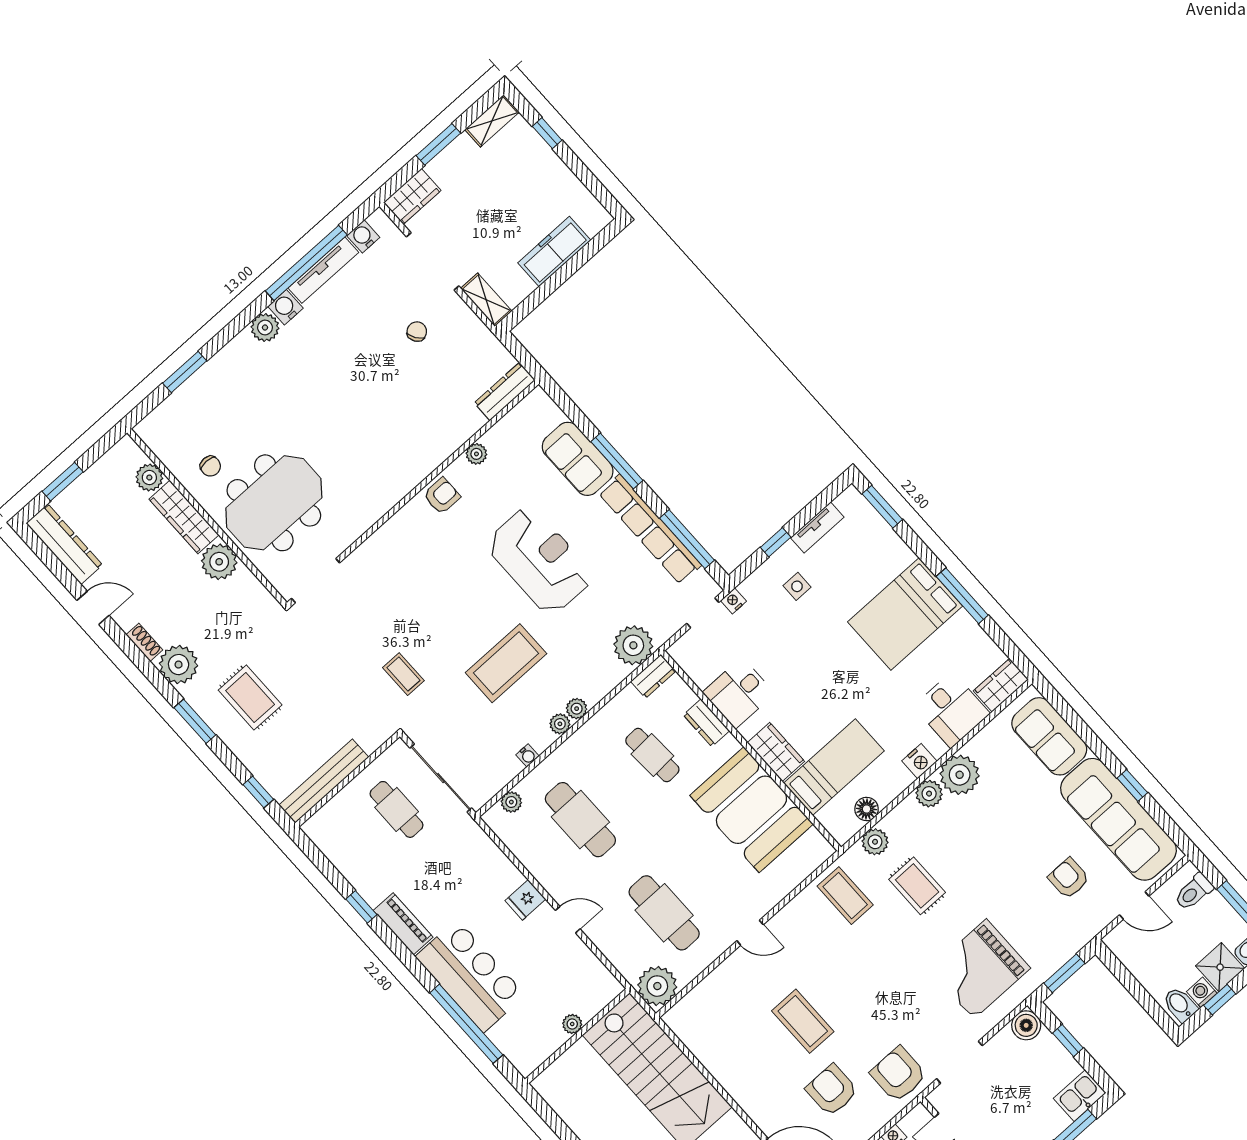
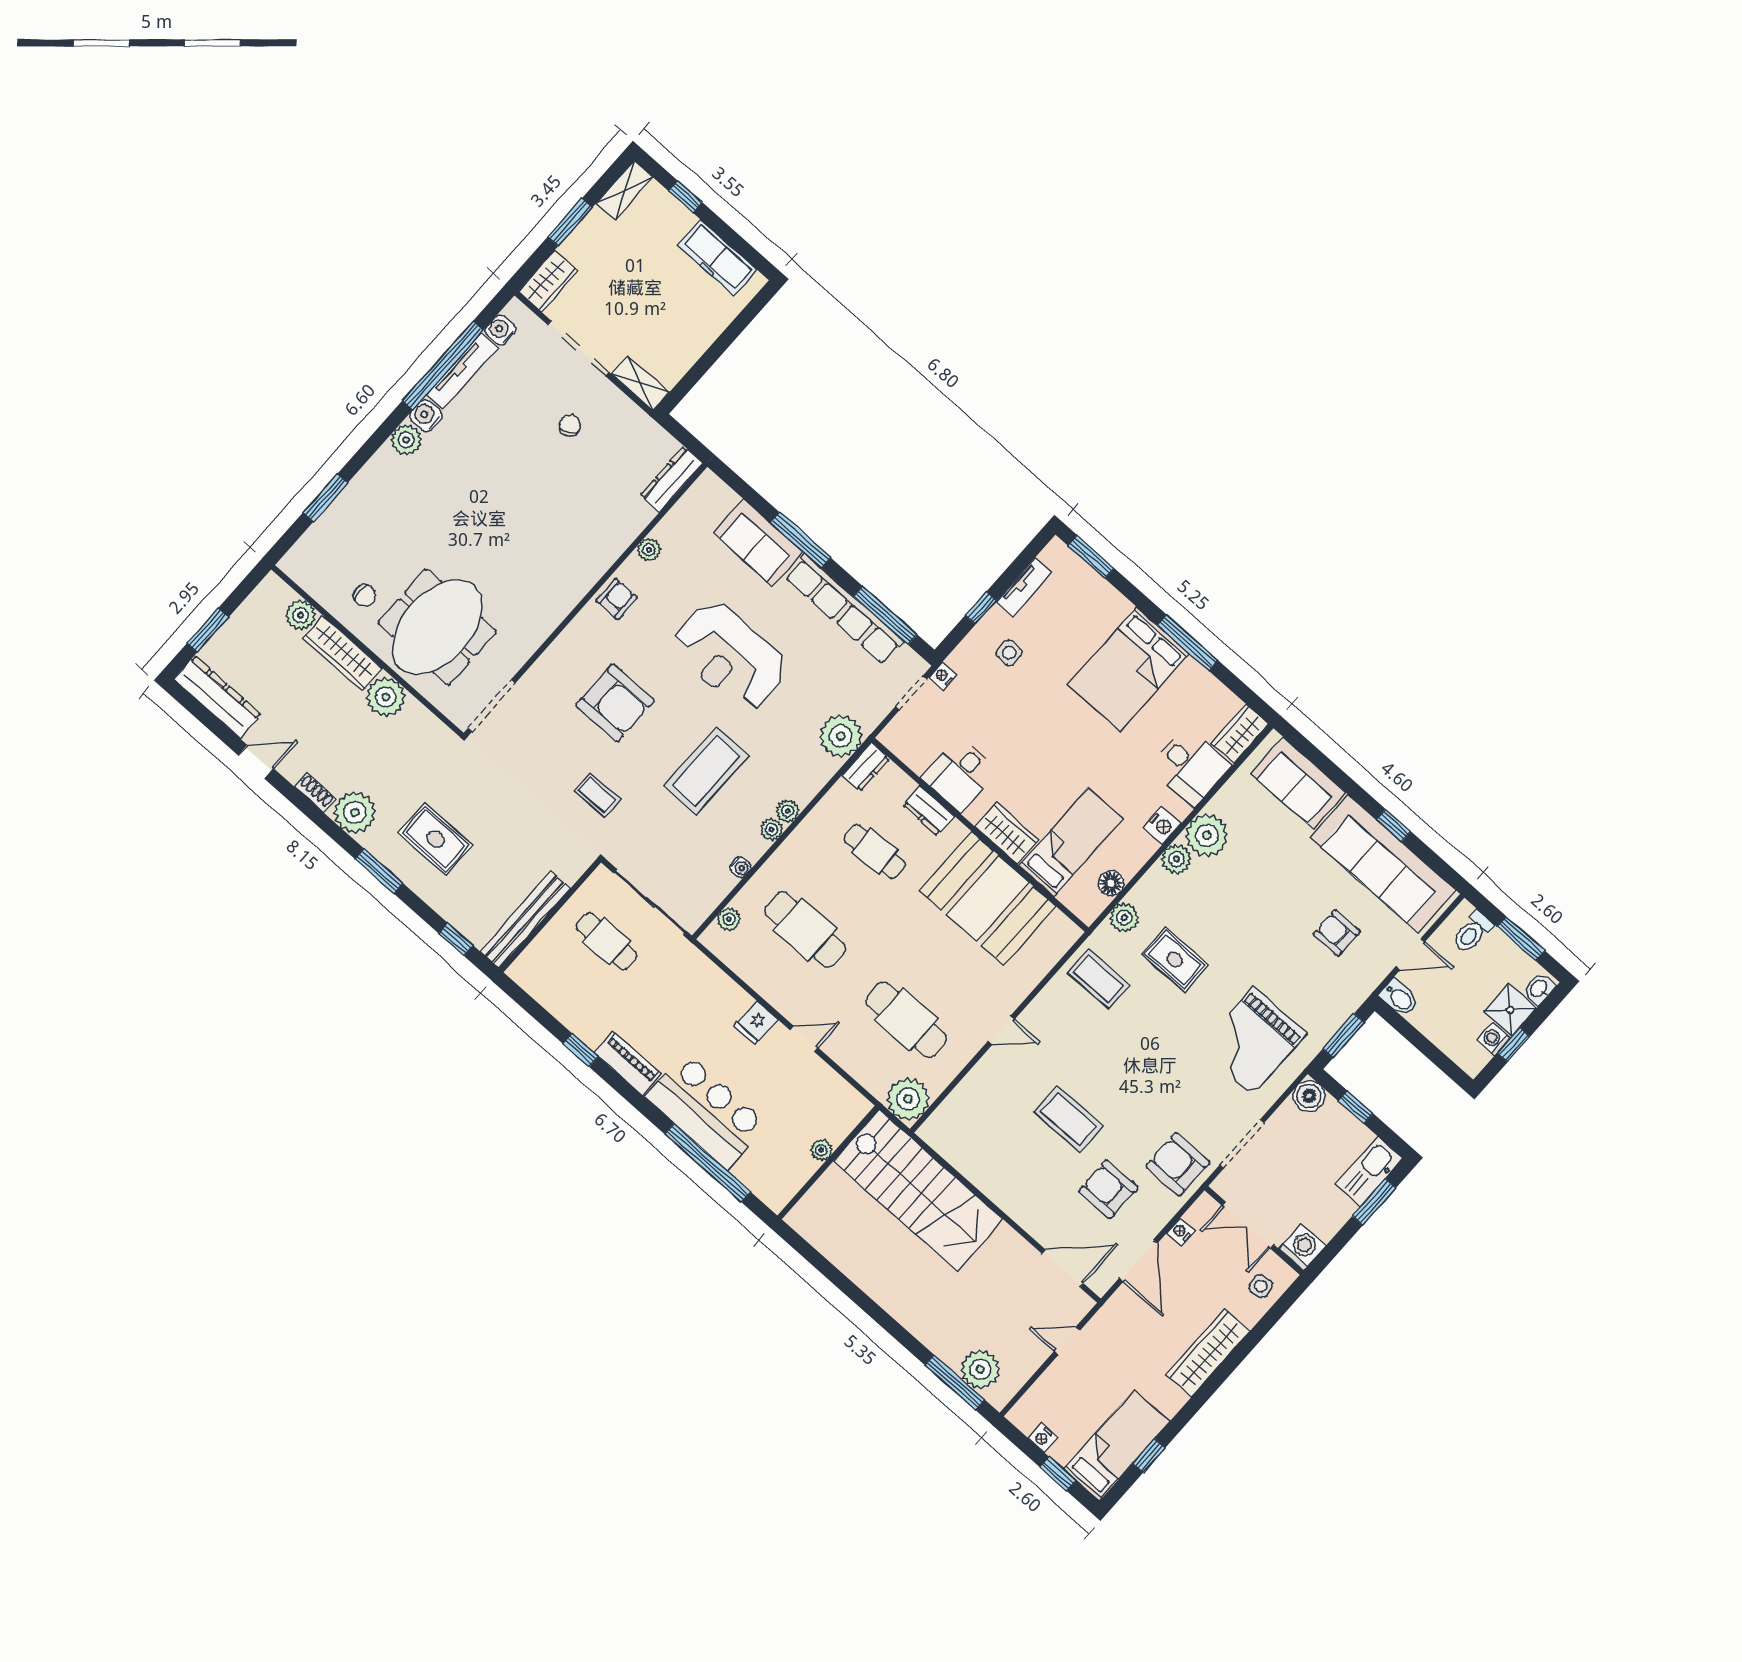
freezer: (554, 252) -> (717, 258), moved, turned -90
reception desk: (540, 561) -> (730, 656), turned 180
armchair: (429, 591) -> (615, 703), added
bidet: (1180, 1005) -> (1399, 998), moved, turned 180
kitchen sink: (1080, 1096) -> (1369, 1172), width x1.38

